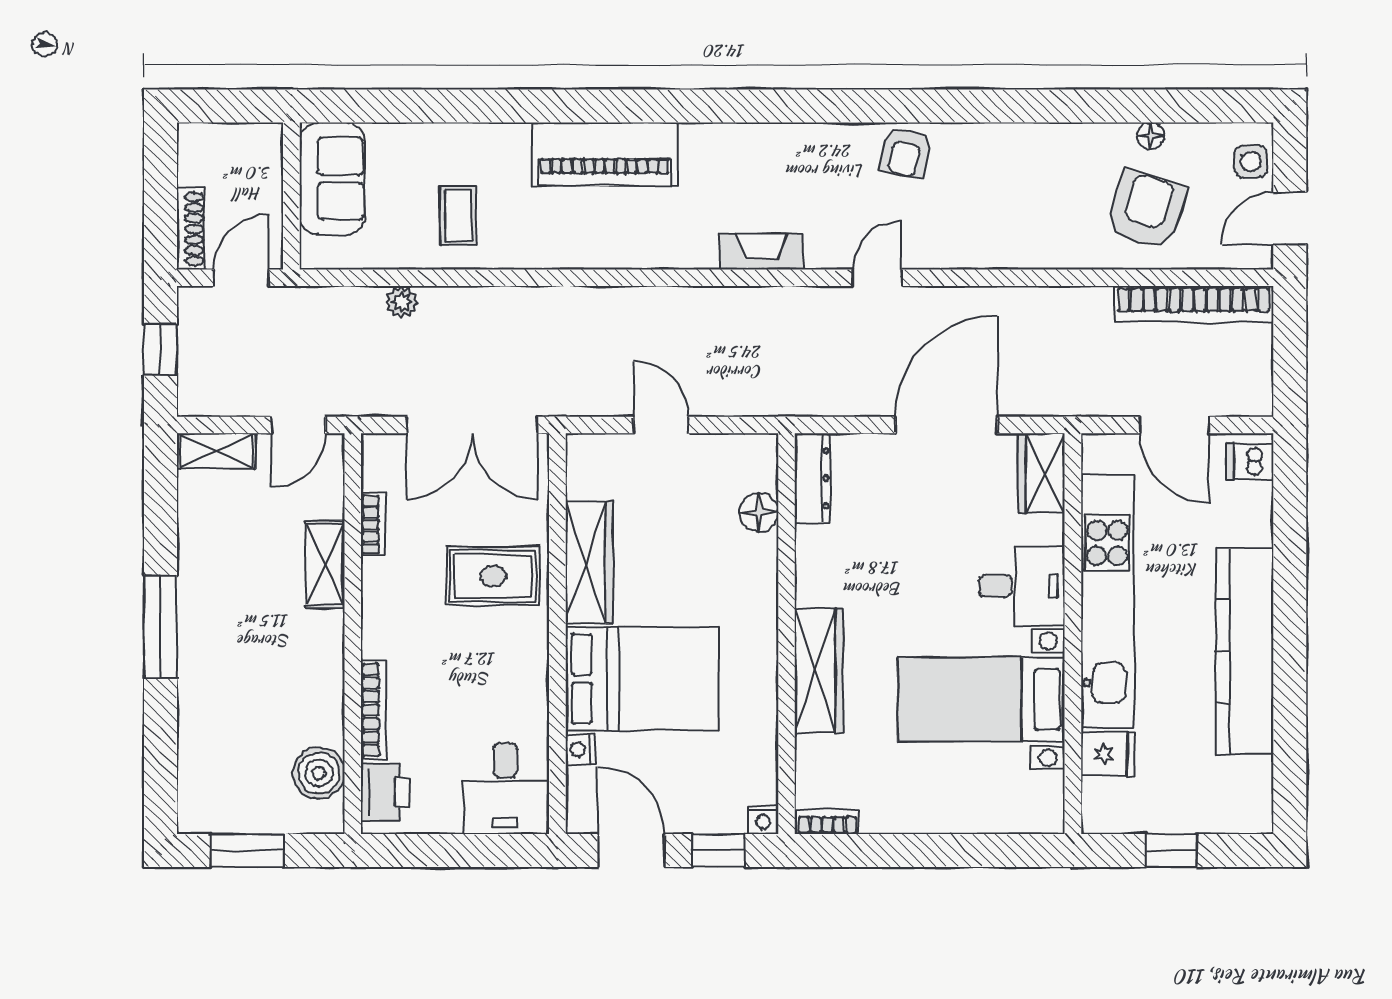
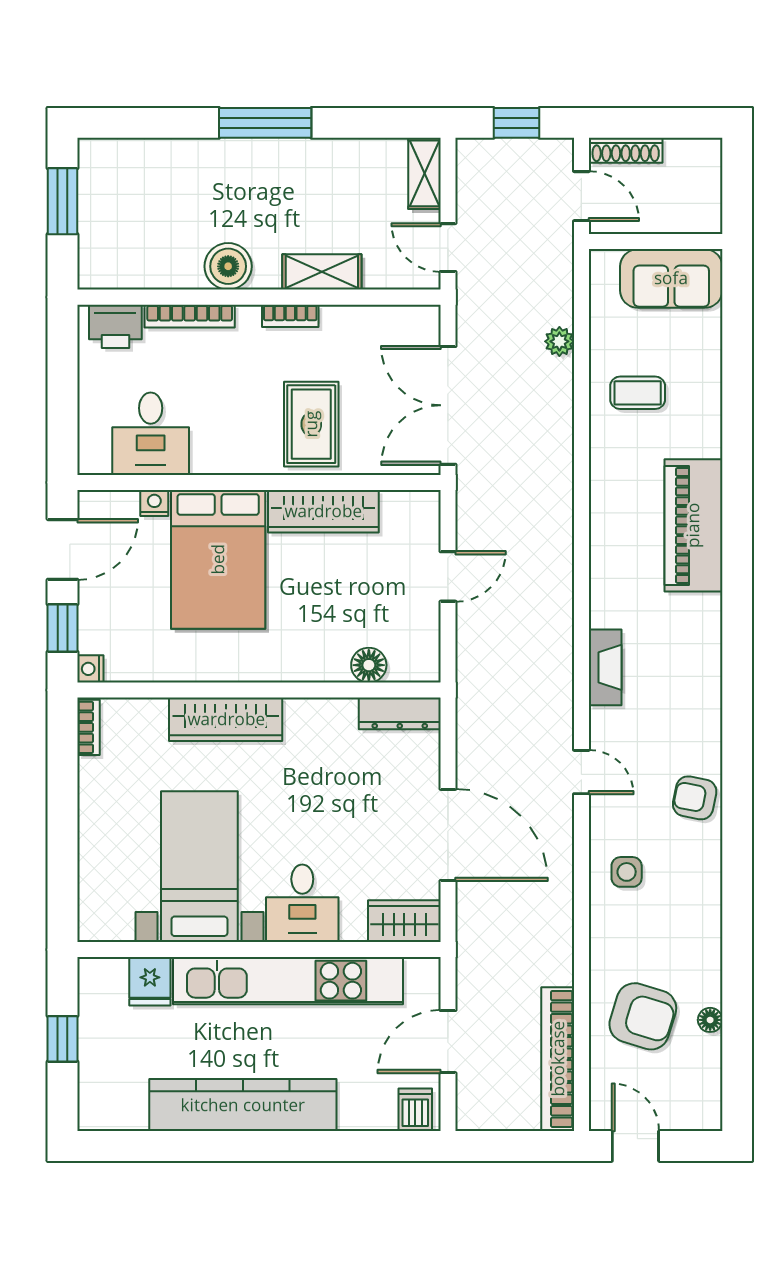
side table: (1251, 162) -> (627, 872), moved
bookcase: (373, 525) -> (290, 316), moved
boiler: (319, 773) -> (228, 266), moved
desk: (505, 789) -> (151, 434), moved, turned -90

